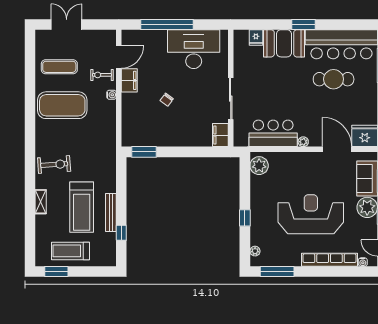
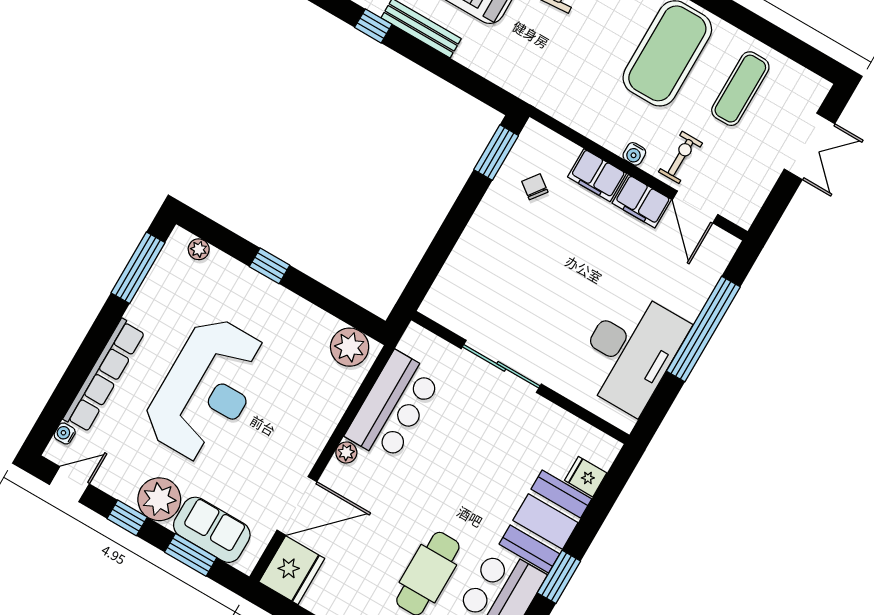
chair: (167, 100) -> (535, 187), moved
filing cabinet: (220, 135) -> (597, 175), moved, turned 180

